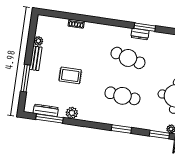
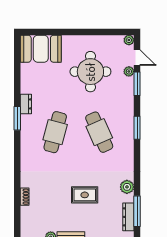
dresser: (140, 34) -> (26, 104), moved
rug: (70, 75) -> (85, 195), turned 90
cafe table: (122, 96) -> (99, 132), turned -30

